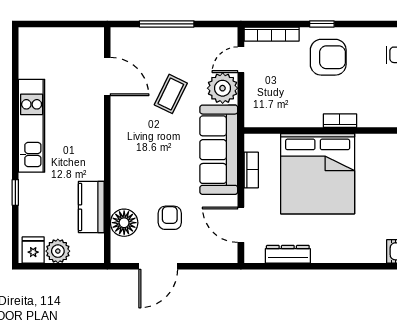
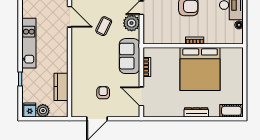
sofa: (219, 150) -> (130, 56), width x0.73
bed: (318, 174) -> (200, 69), moved
floor lamp: (124, 223) -> (79, 95), removed
dresser: (288, 254) -> (196, 112), moved

